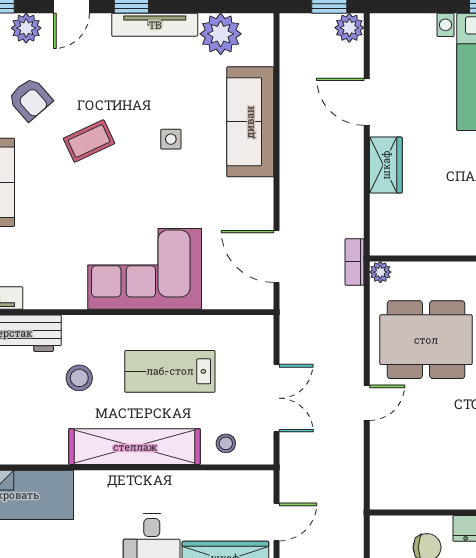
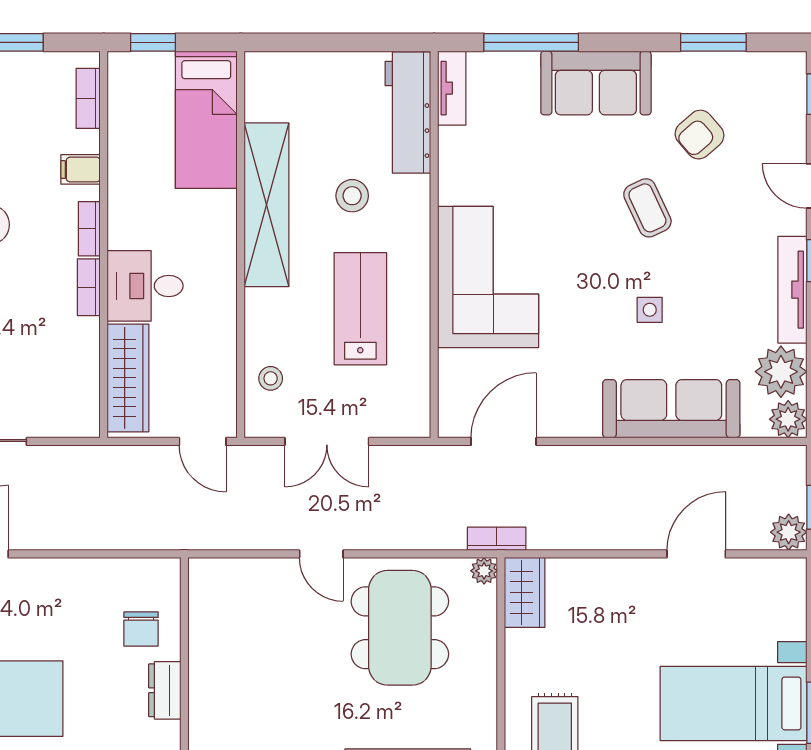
plant: (26, 28) -> (788, 419), moved
wardrobe: (386, 165) -> (525, 592), moved, turned -90
shelving: (135, 447) -> (267, 205), moved
door: (276, 522) -> (203, 441), moved

